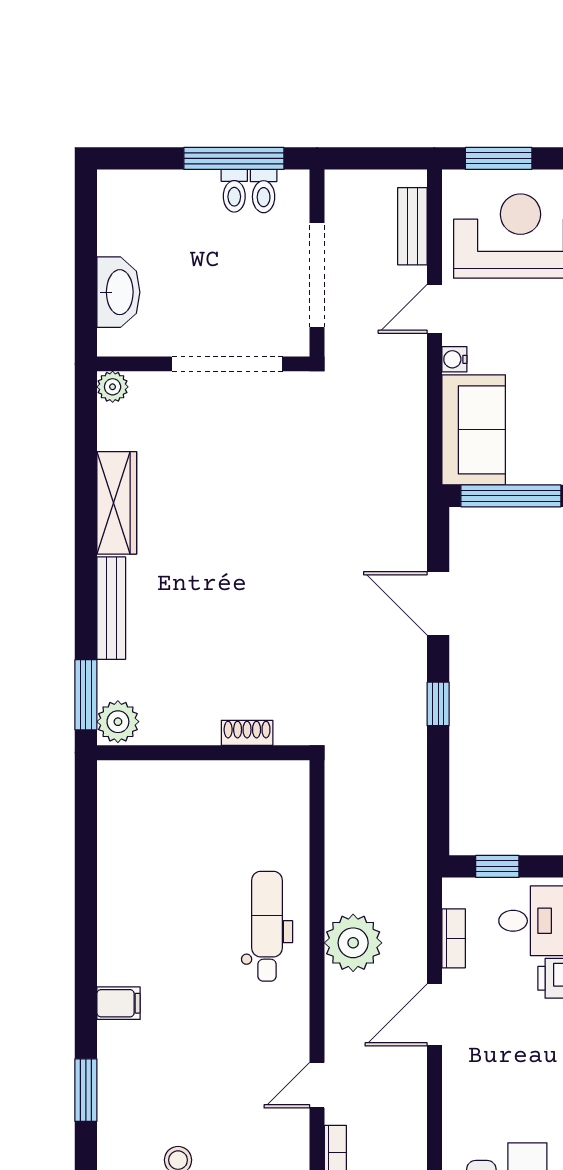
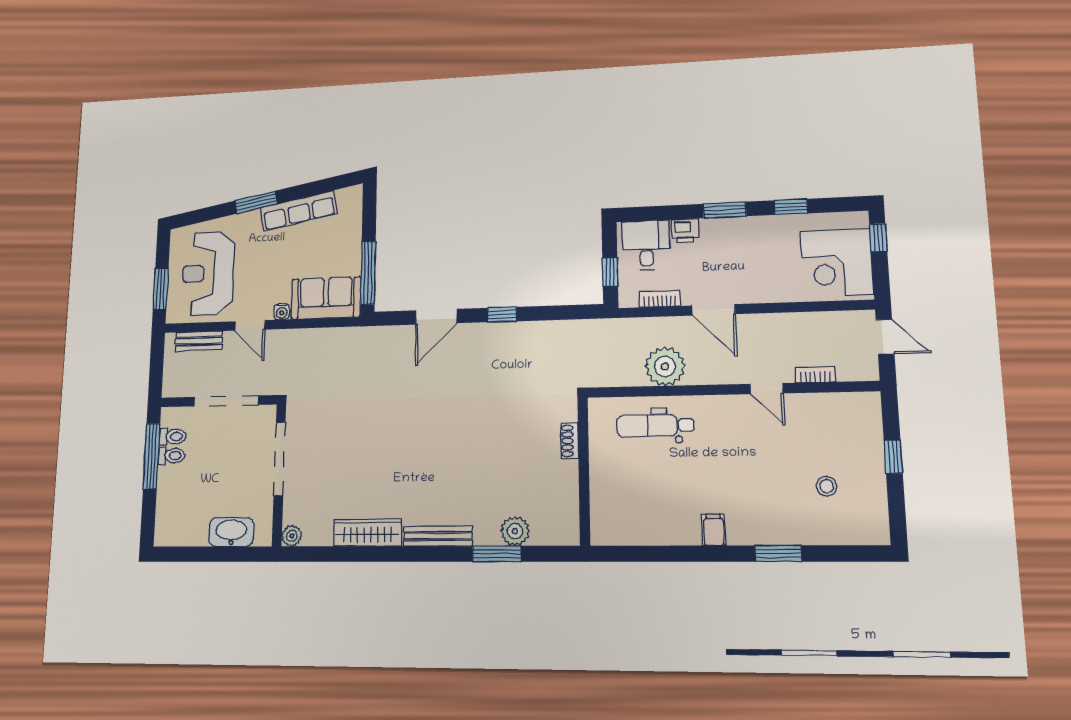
shoe rack: (247, 733) -> (570, 441), moved
wall: (203, 753) -> (584, 471), moved

